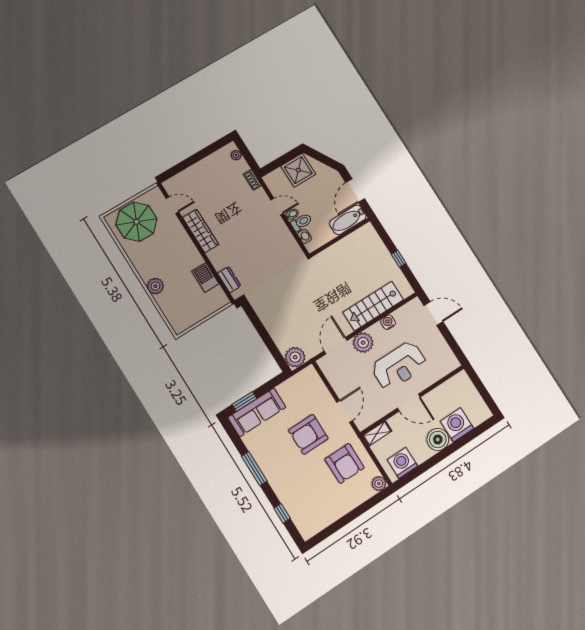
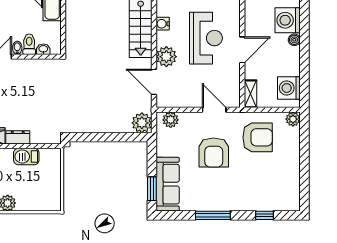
dresser: (229, 280) -> (18, 137), moved
plant: (313, 380) -> (171, 120), added
boiler: (438, 439) -> (294, 40), width x0.54, depth x0.54

